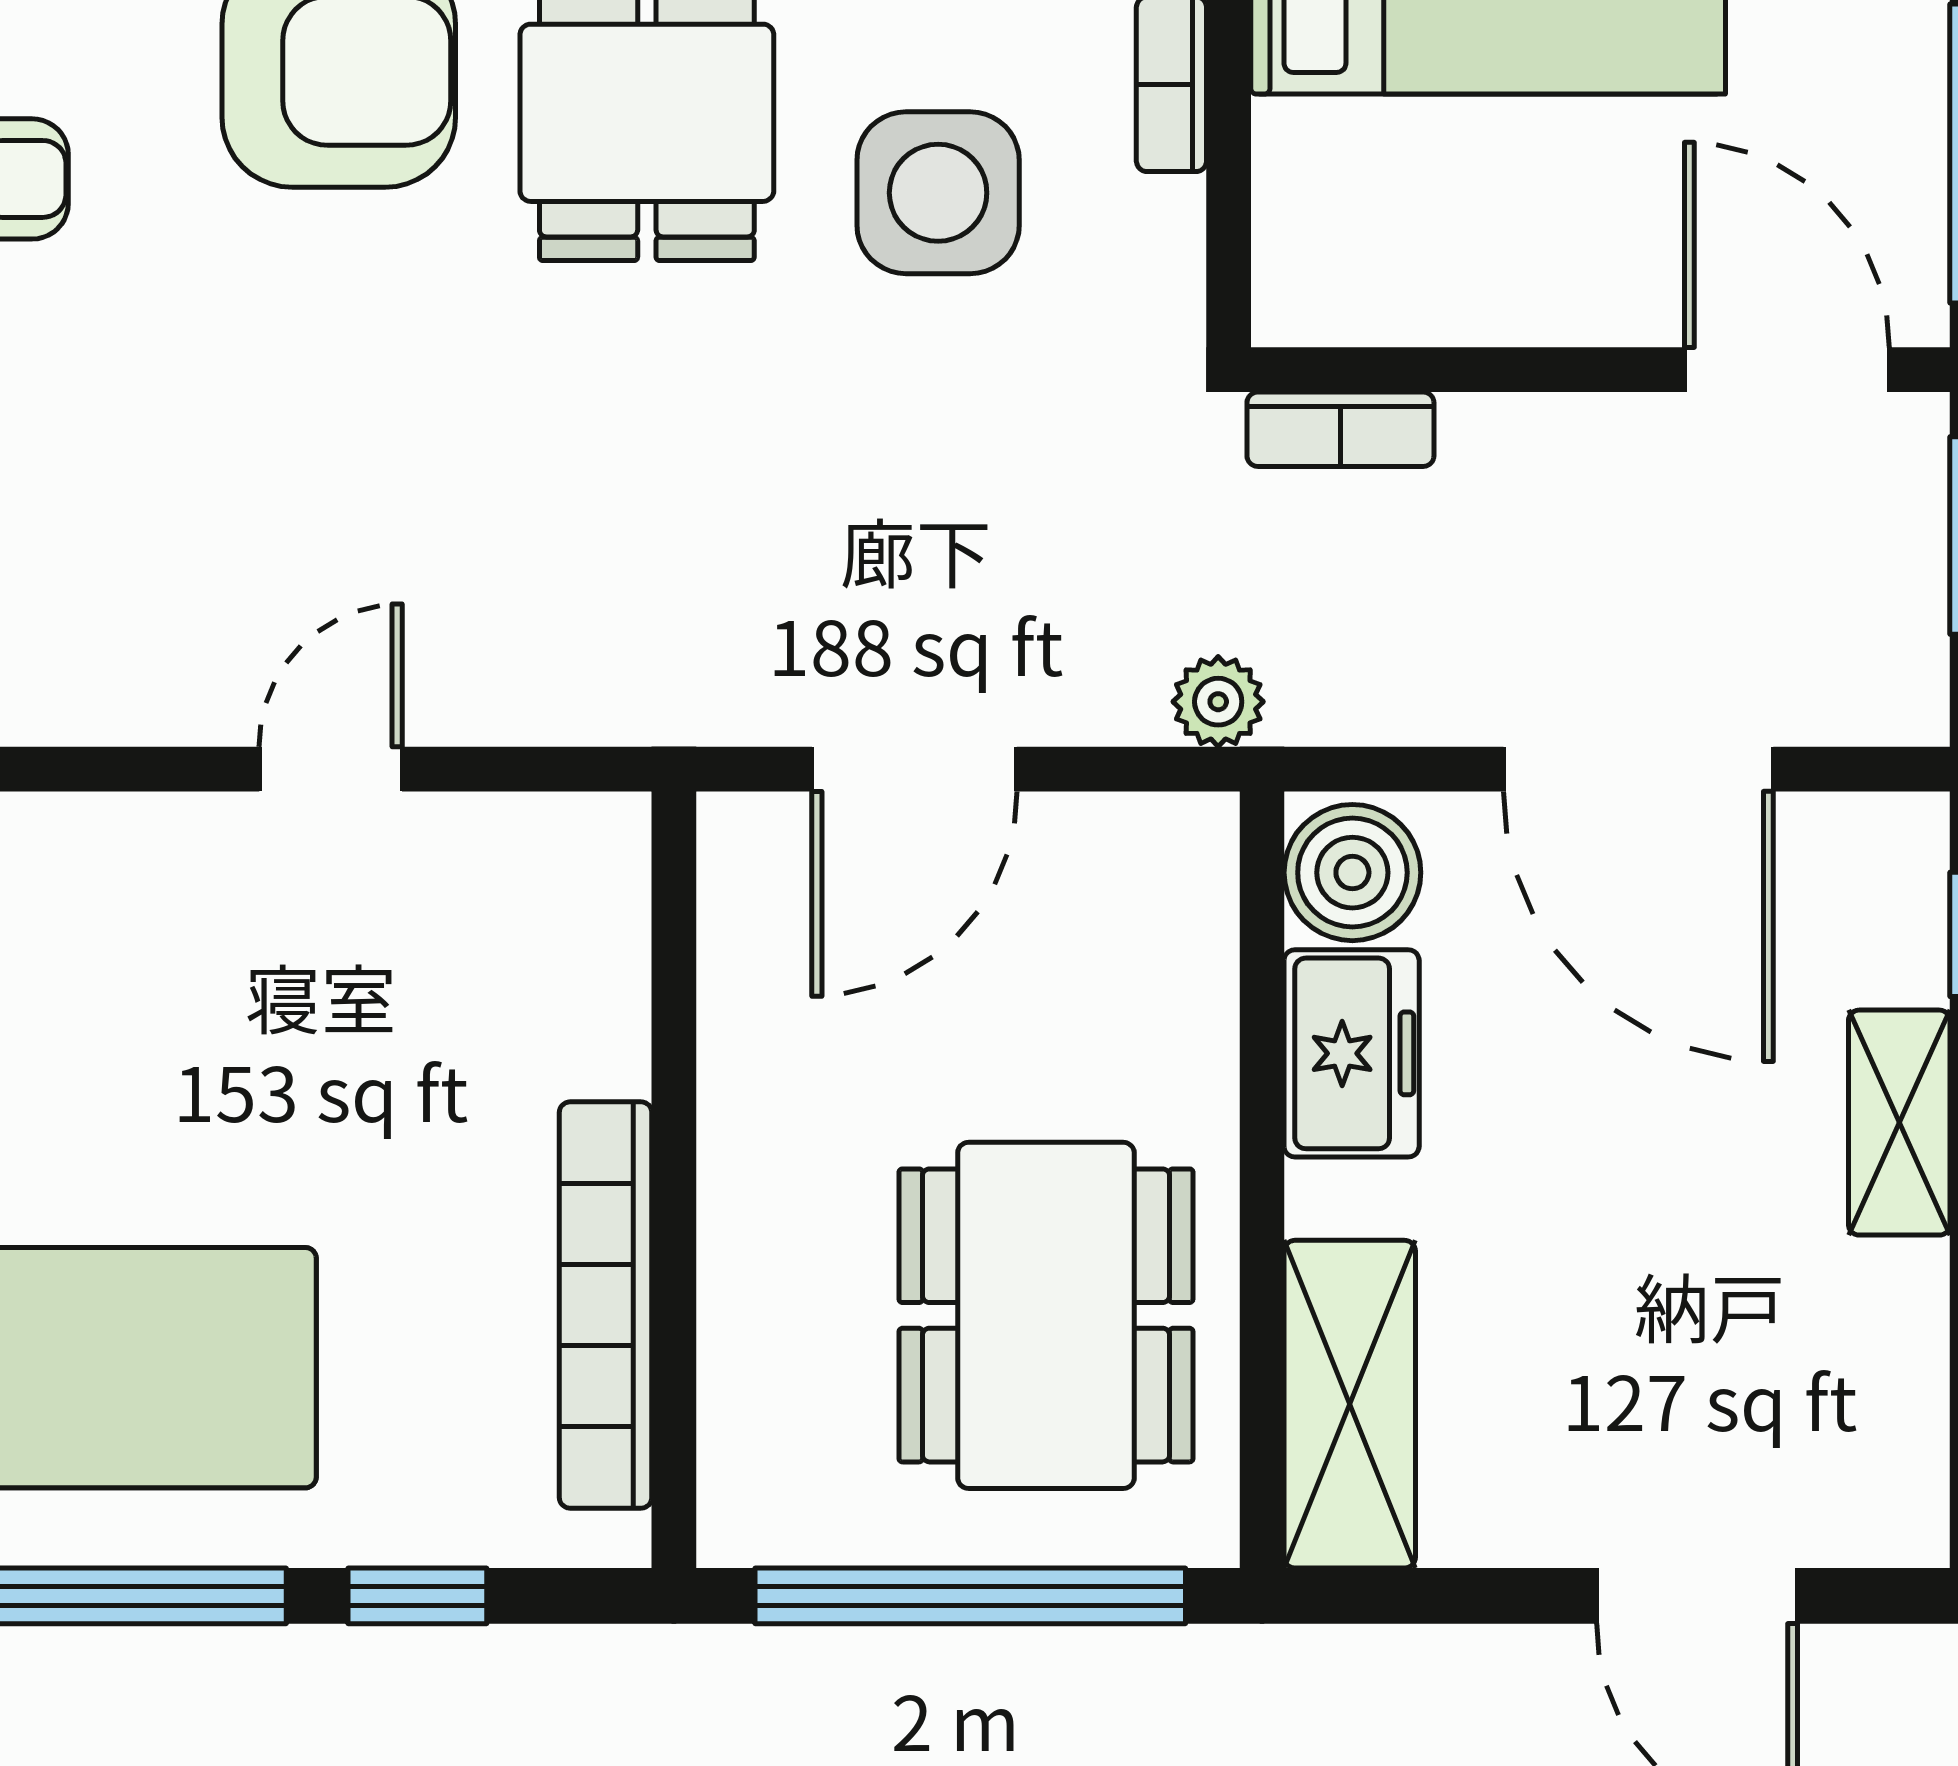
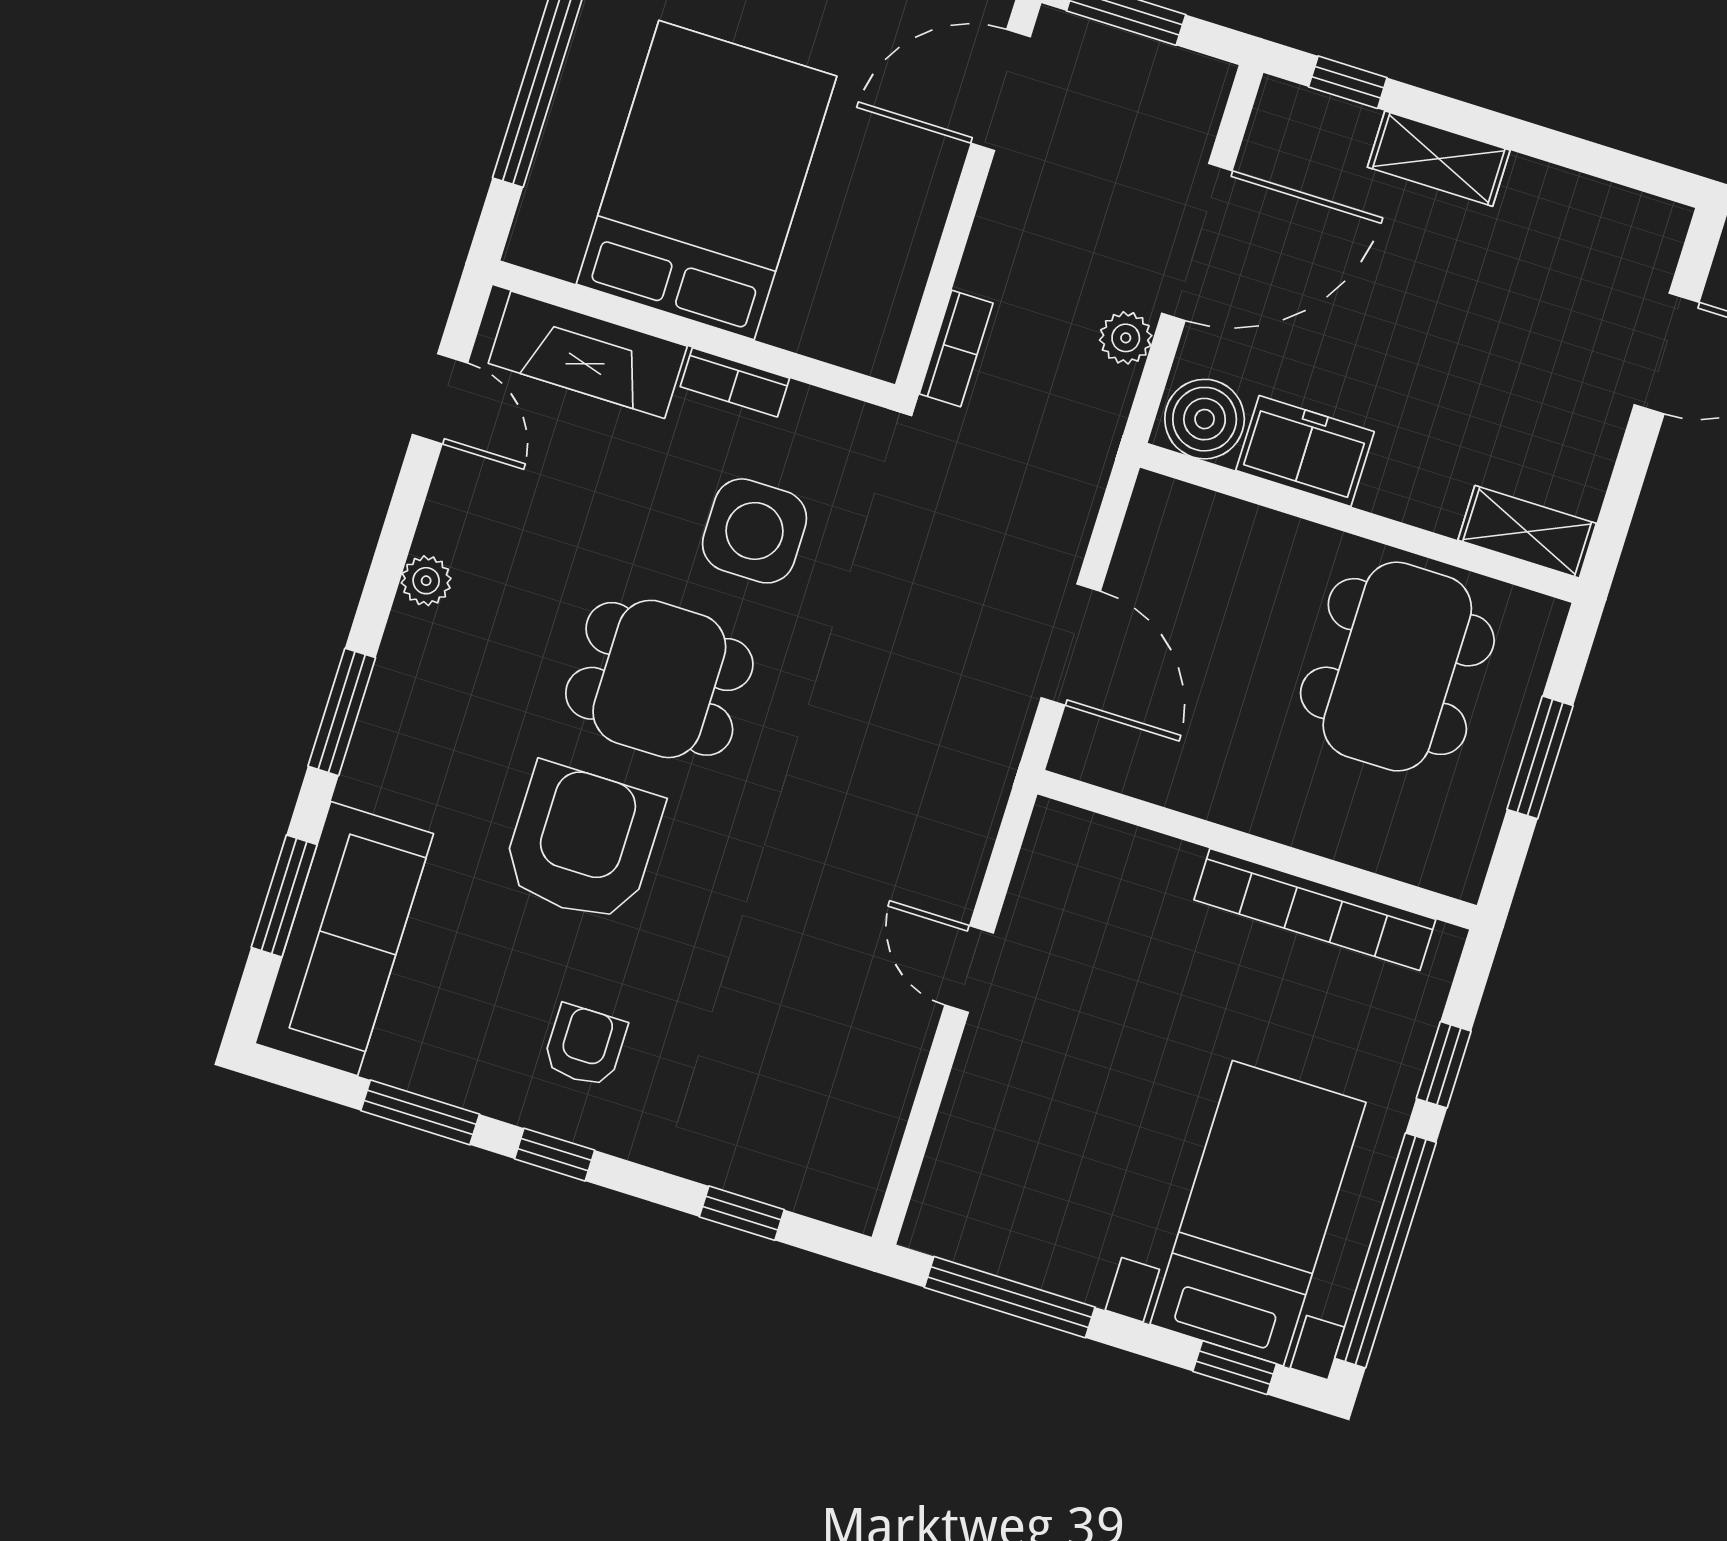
plant: (1218, 702) -> (1126, 338), moved
dining table: (1046, 1315) -> (1397, 667), turned 90
shelving: (1350, 1404) -> (1527, 532), width x0.67, depth x0.75
window: (970, 1596) -> (1540, 757), width x0.47

